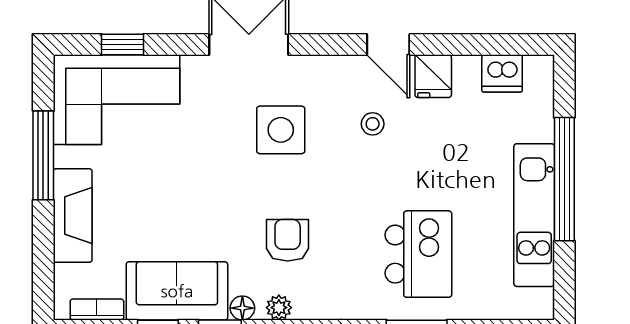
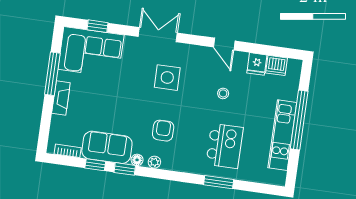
fridge: (433, 76) -> (257, 64), moved
stool: (373, 124) -> (223, 93), moved
fireplace: (73, 216) -> (61, 98), width x0.73, depth x0.76

